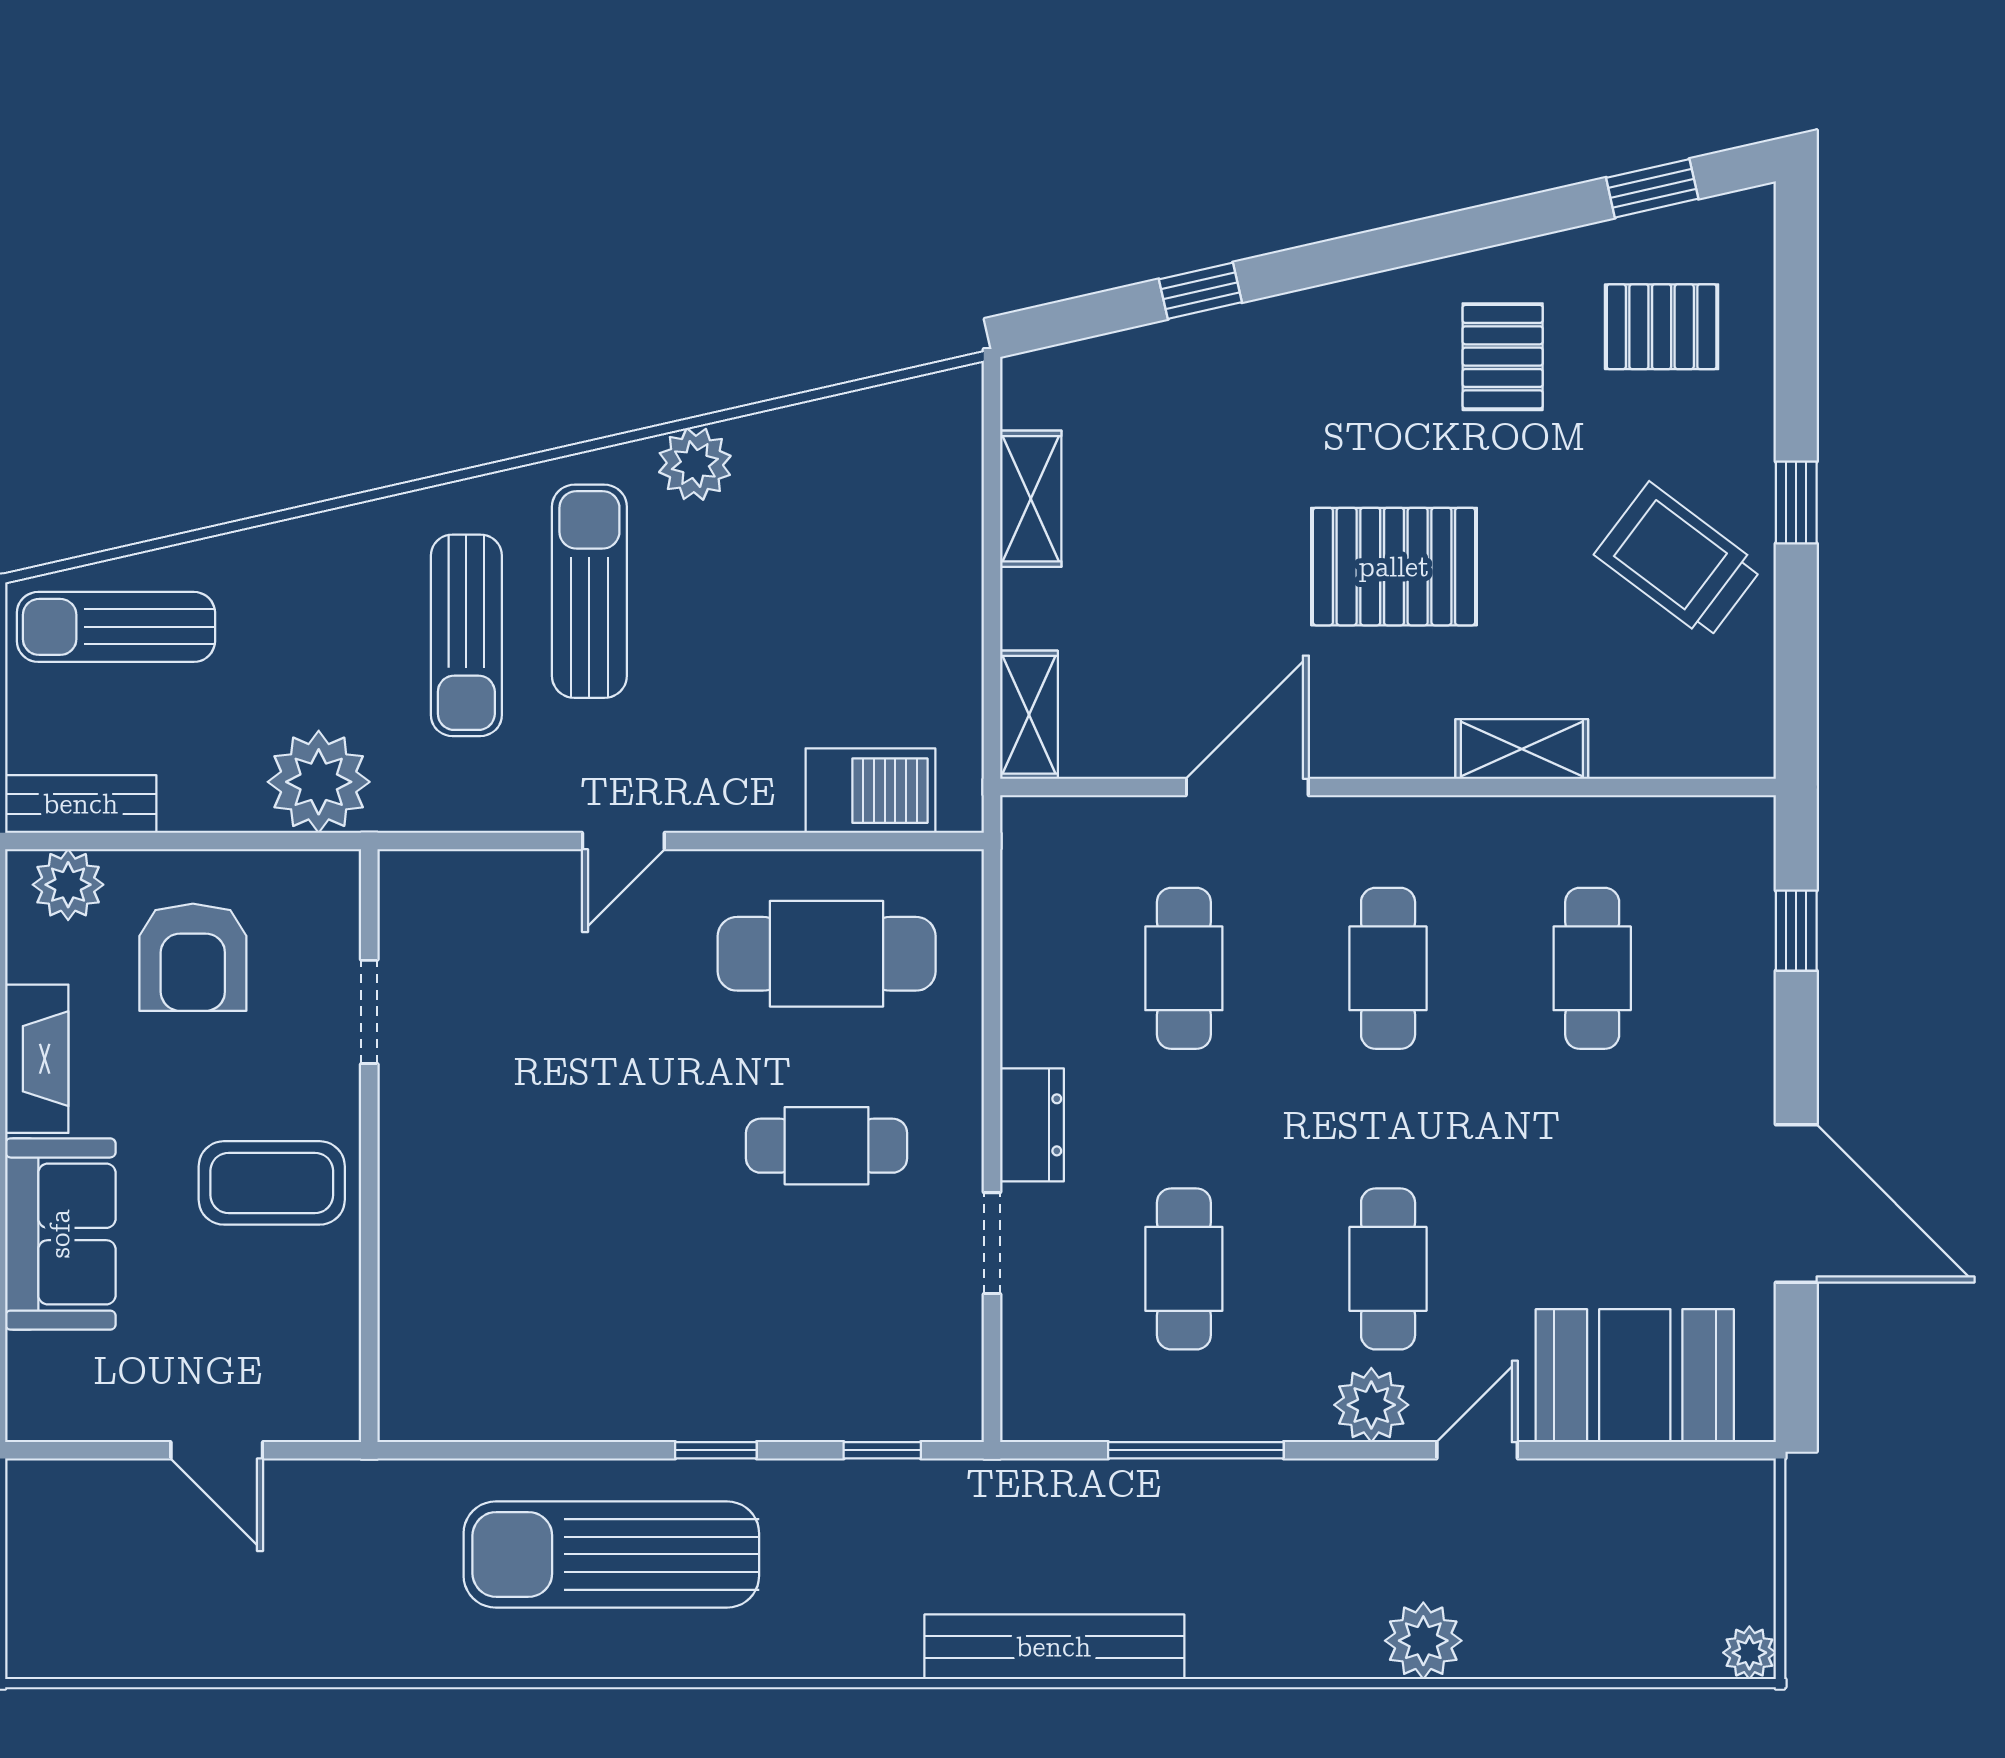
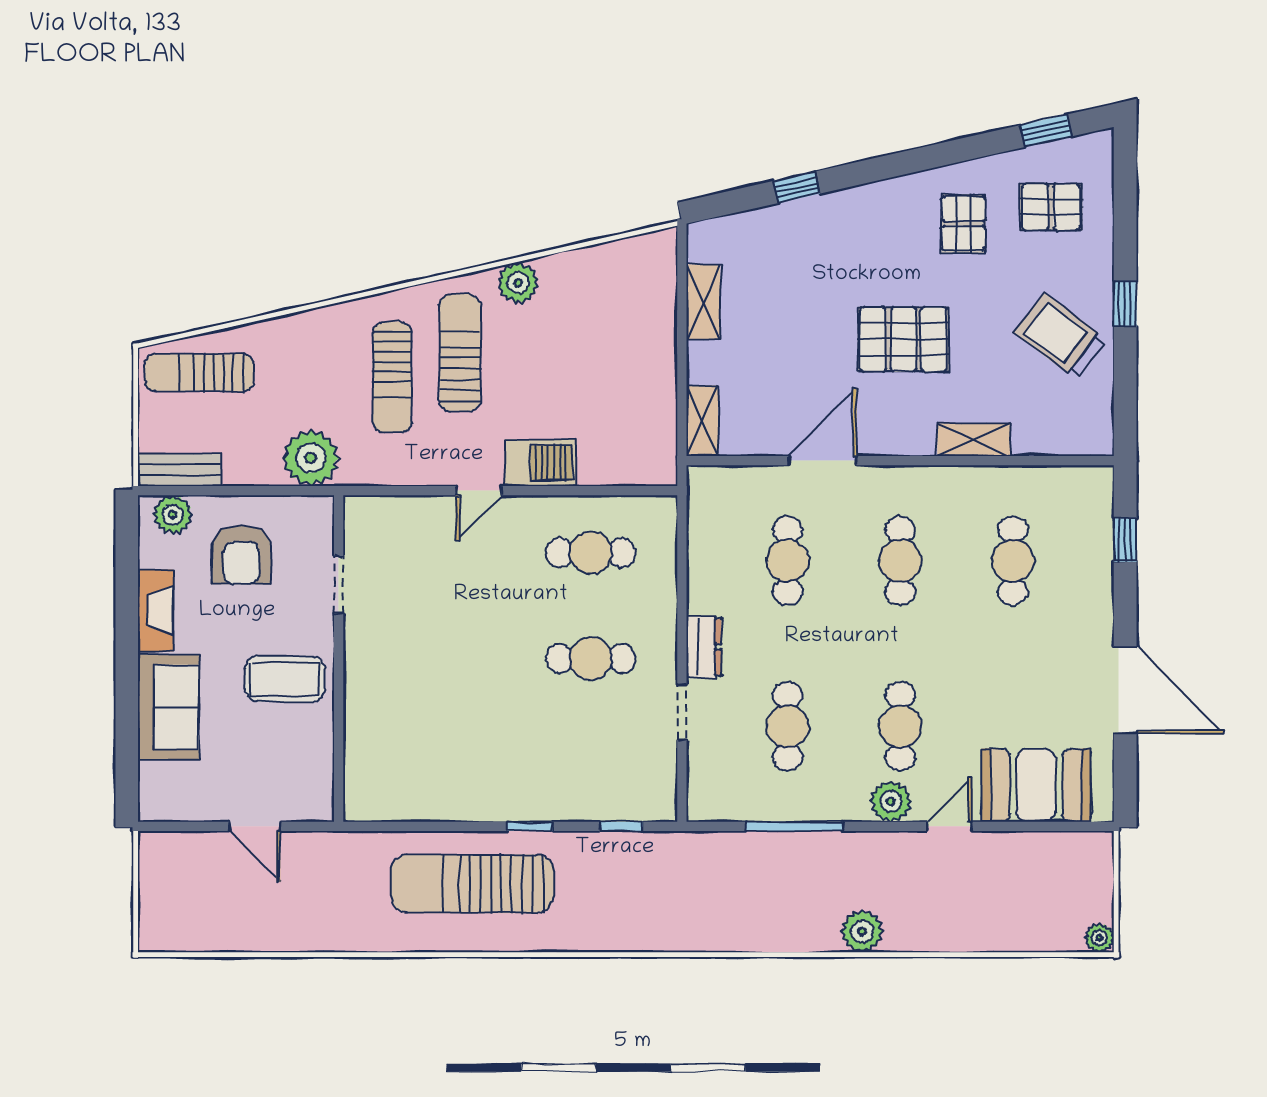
barbecue: (870, 791) -> (541, 463), moved
cafe table: (827, 954) -> (591, 553), width x0.73, depth x0.74
plant: (1423, 1641) -> (862, 931), moved
bench: (1054, 1647) -> (716, 935), removed

